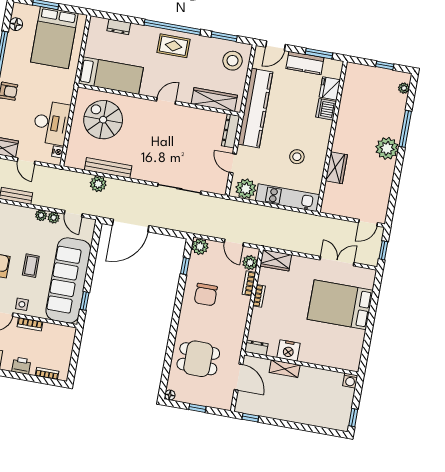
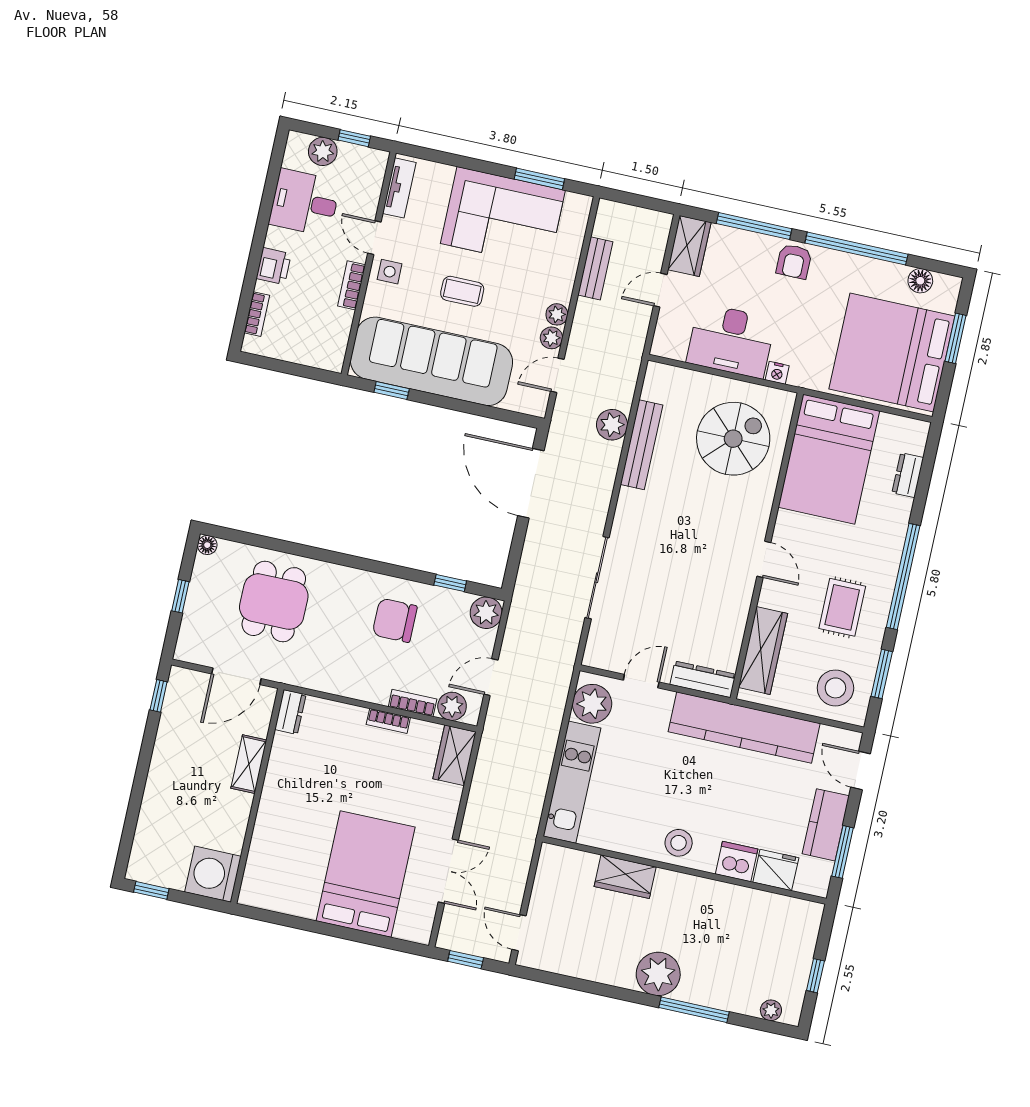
bed: (54, 38) -> (892, 352), width x1.36
rug: (173, 46) -> (842, 607), moved
bed: (111, 76) -> (829, 459), width x1.50
nightstand: (58, 152) -> (777, 373), moved
stool: (297, 157) -> (679, 843), moved
nightstand: (289, 350) -> (283, 773), removed
washing machine: (350, 381) -> (213, 874), width x1.89, depth x1.89

